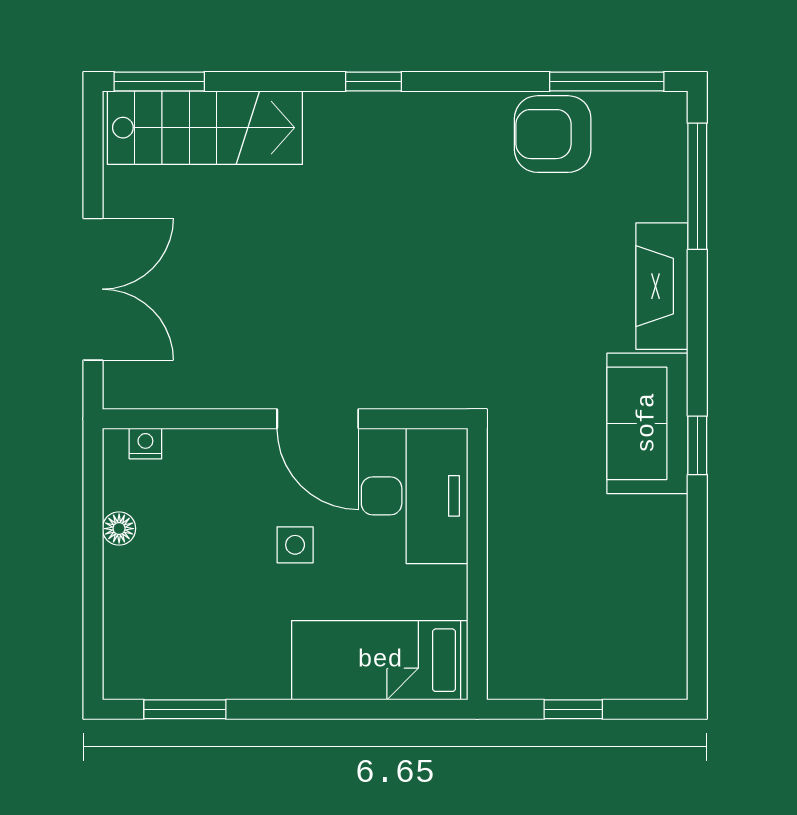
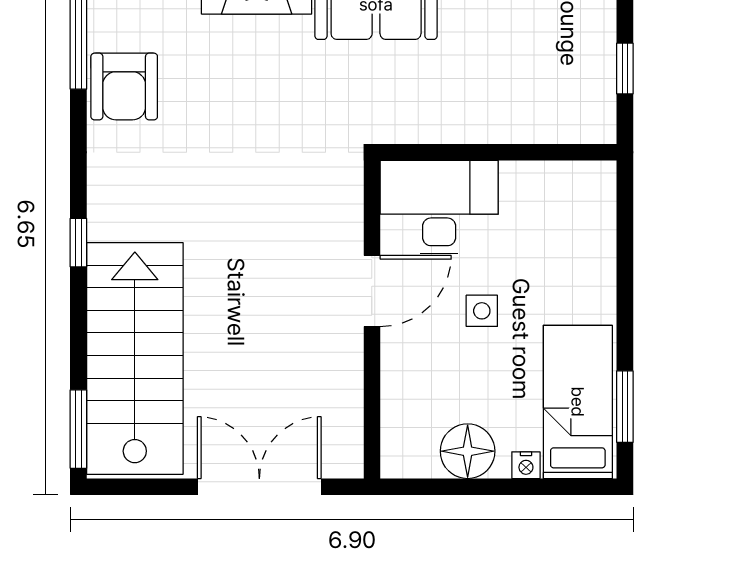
stairs: (205, 128) -> (135, 358), width x1.36, depth x1.51
nightstand: (145, 443) -> (526, 465), moved, turned -90
floor lamp: (119, 529) -> (468, 451), width x1.89, depth x1.89
bed: (380, 660) -> (578, 402), moved, turned 180

